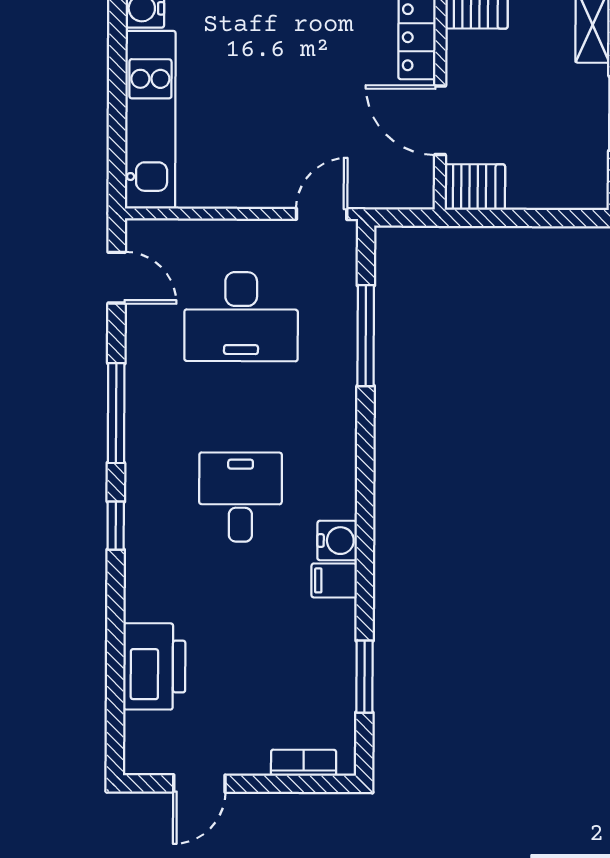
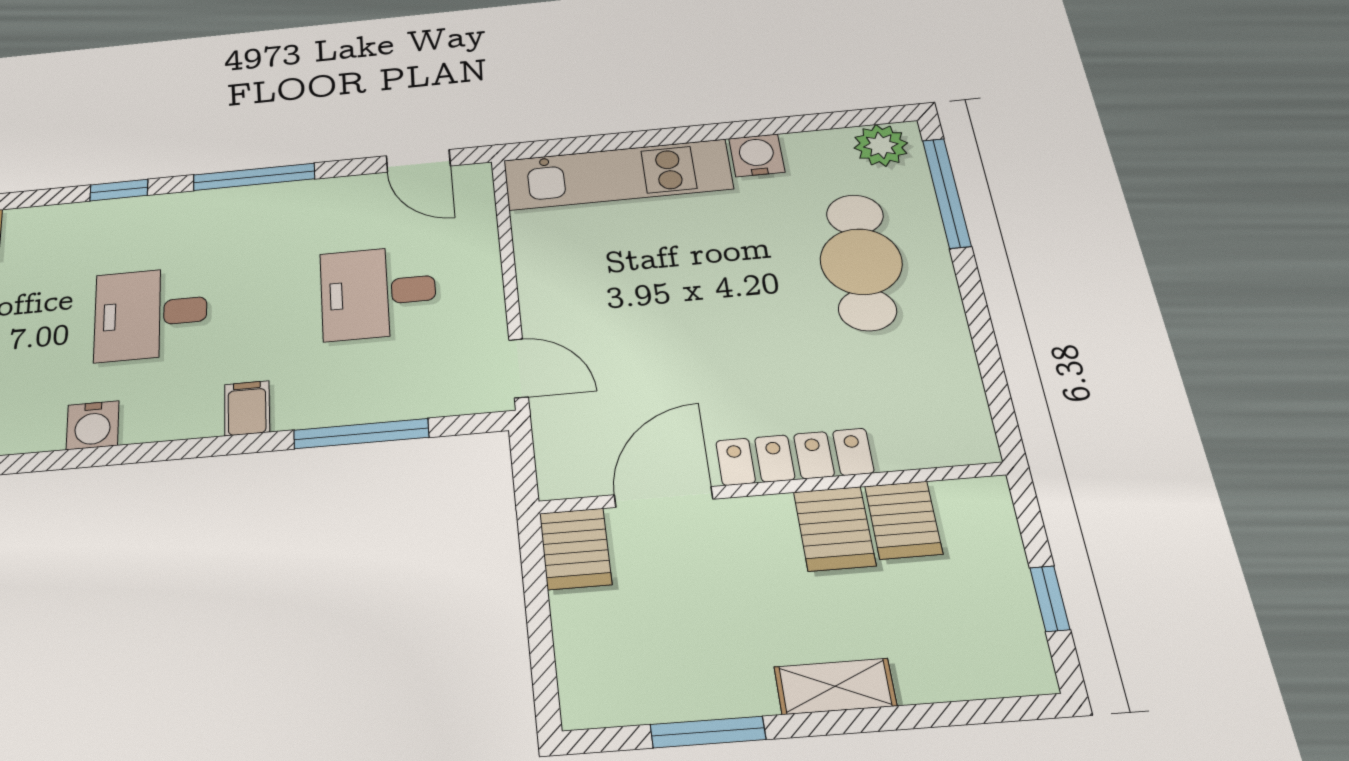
door: (117, 278) -> (418, 161), hinge flipped
desk: (241, 317) -> (378, 293), width x0.73
desk: (240, 497) -> (151, 314), turned 180
filing cabinet: (334, 581) -> (247, 408), moved

